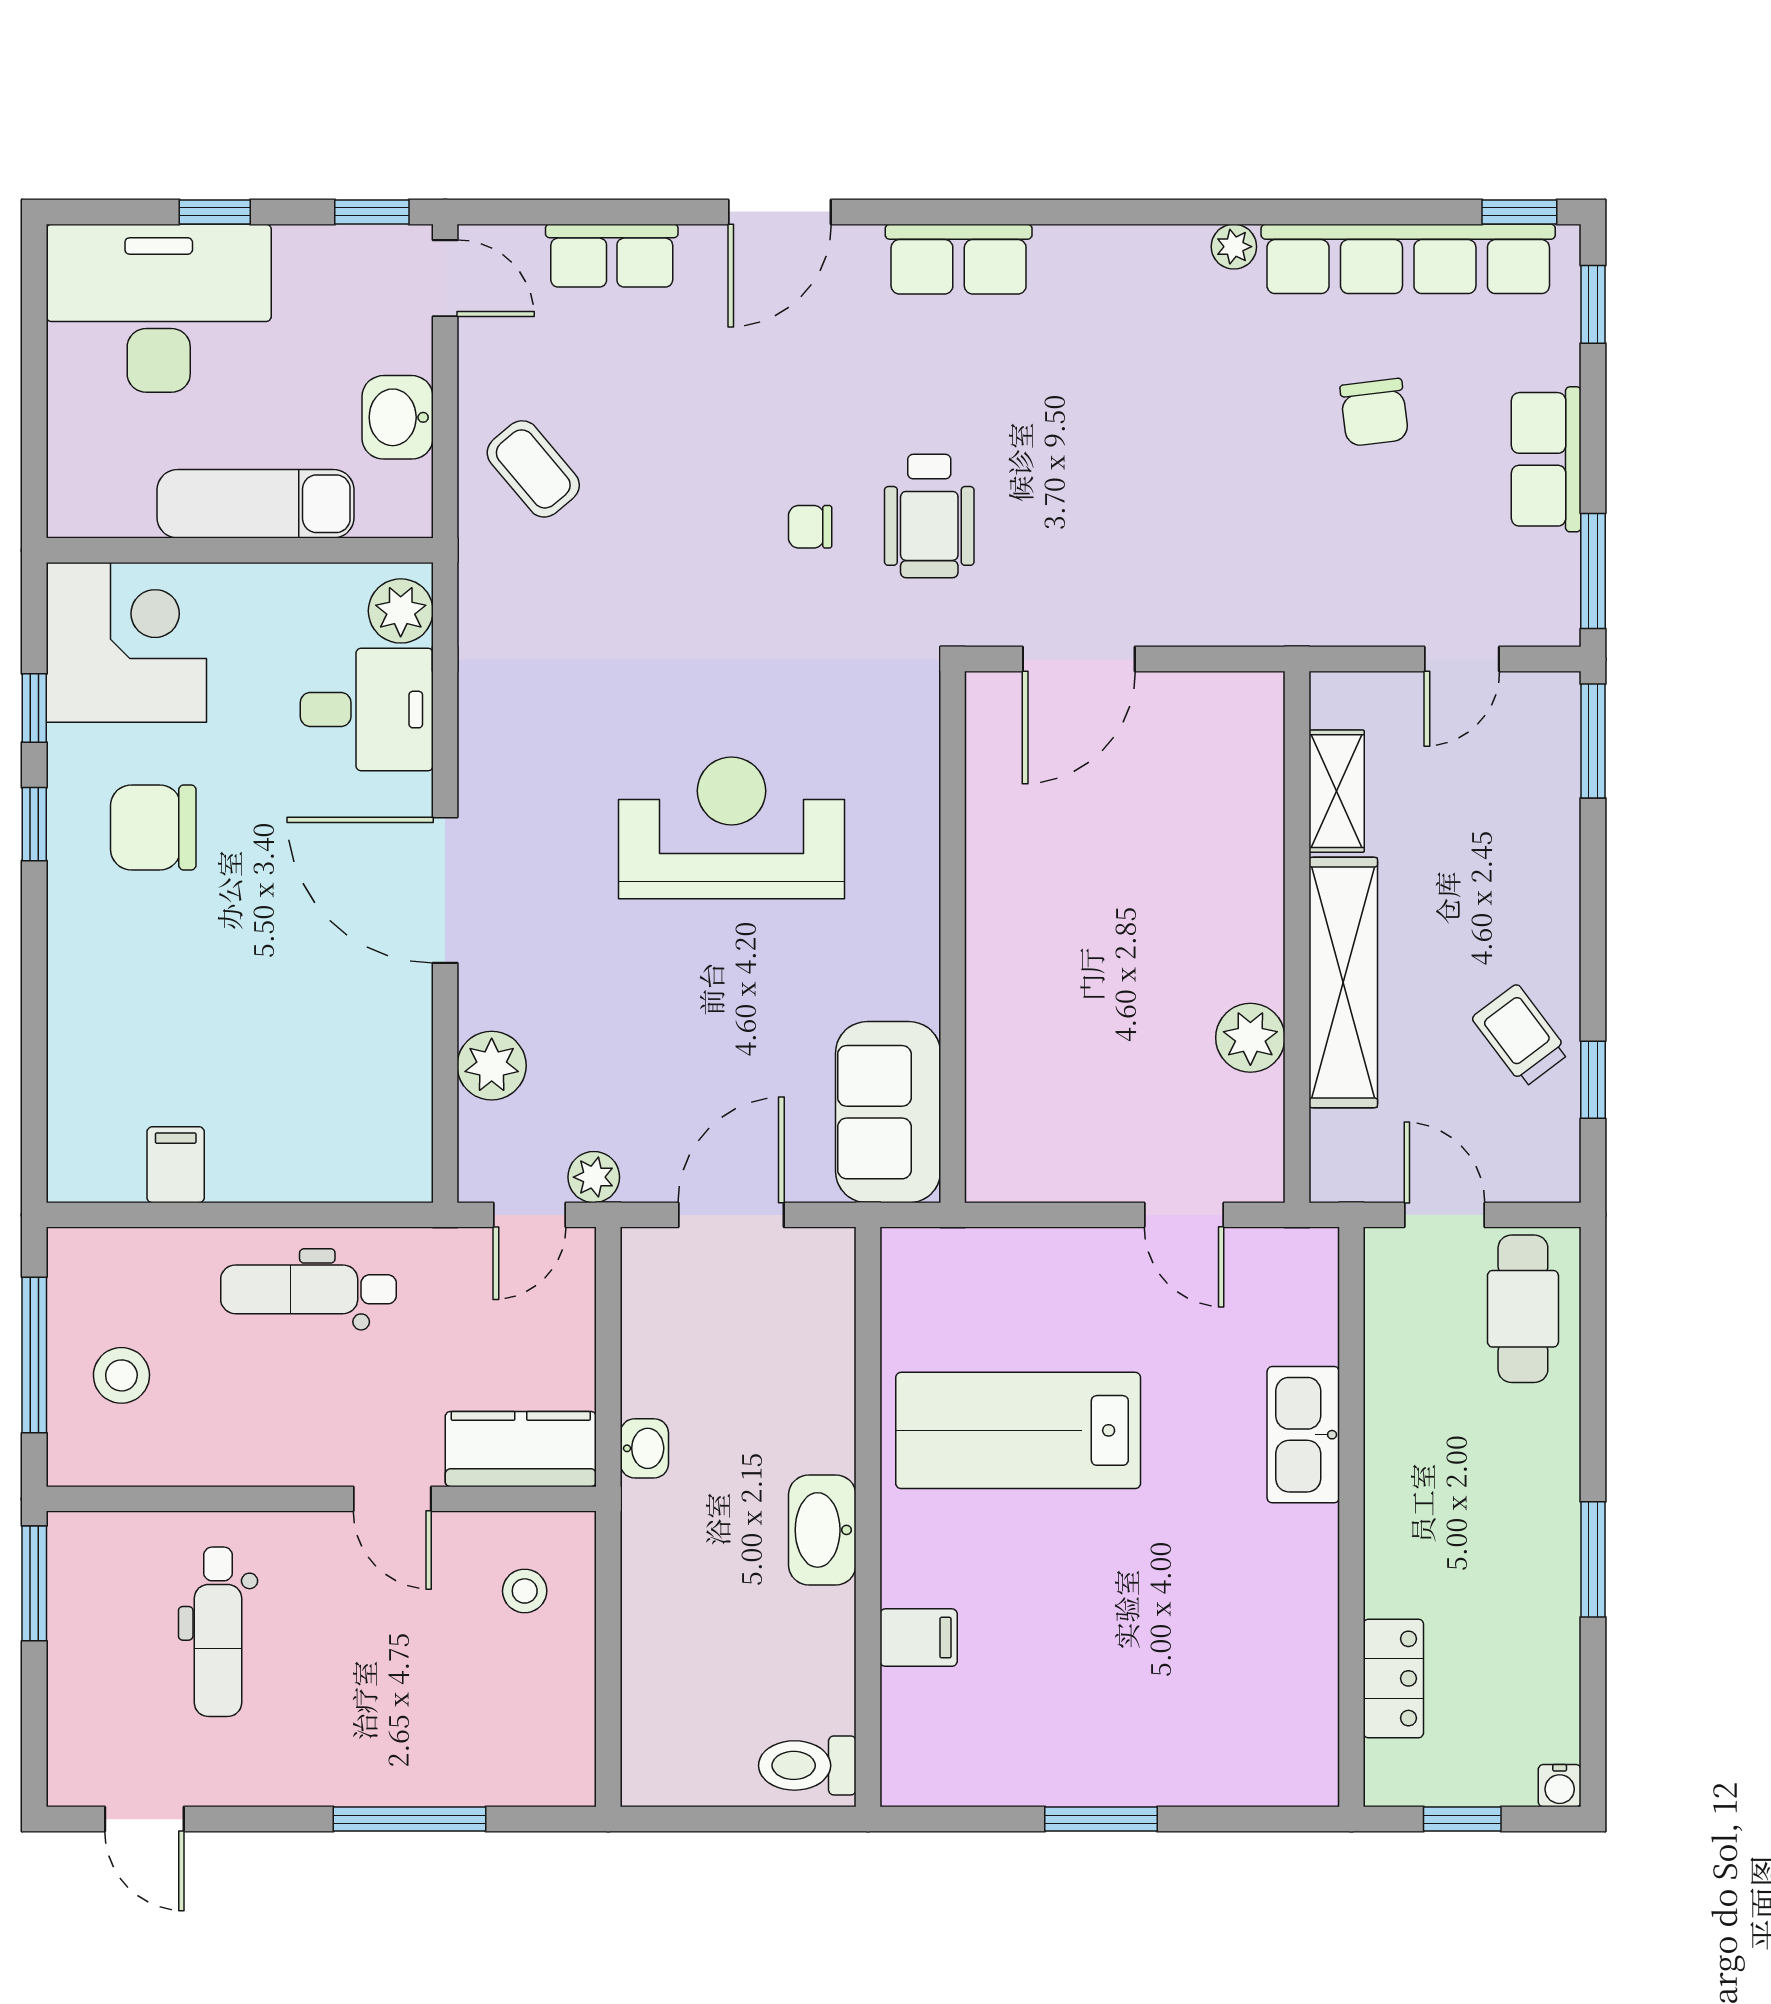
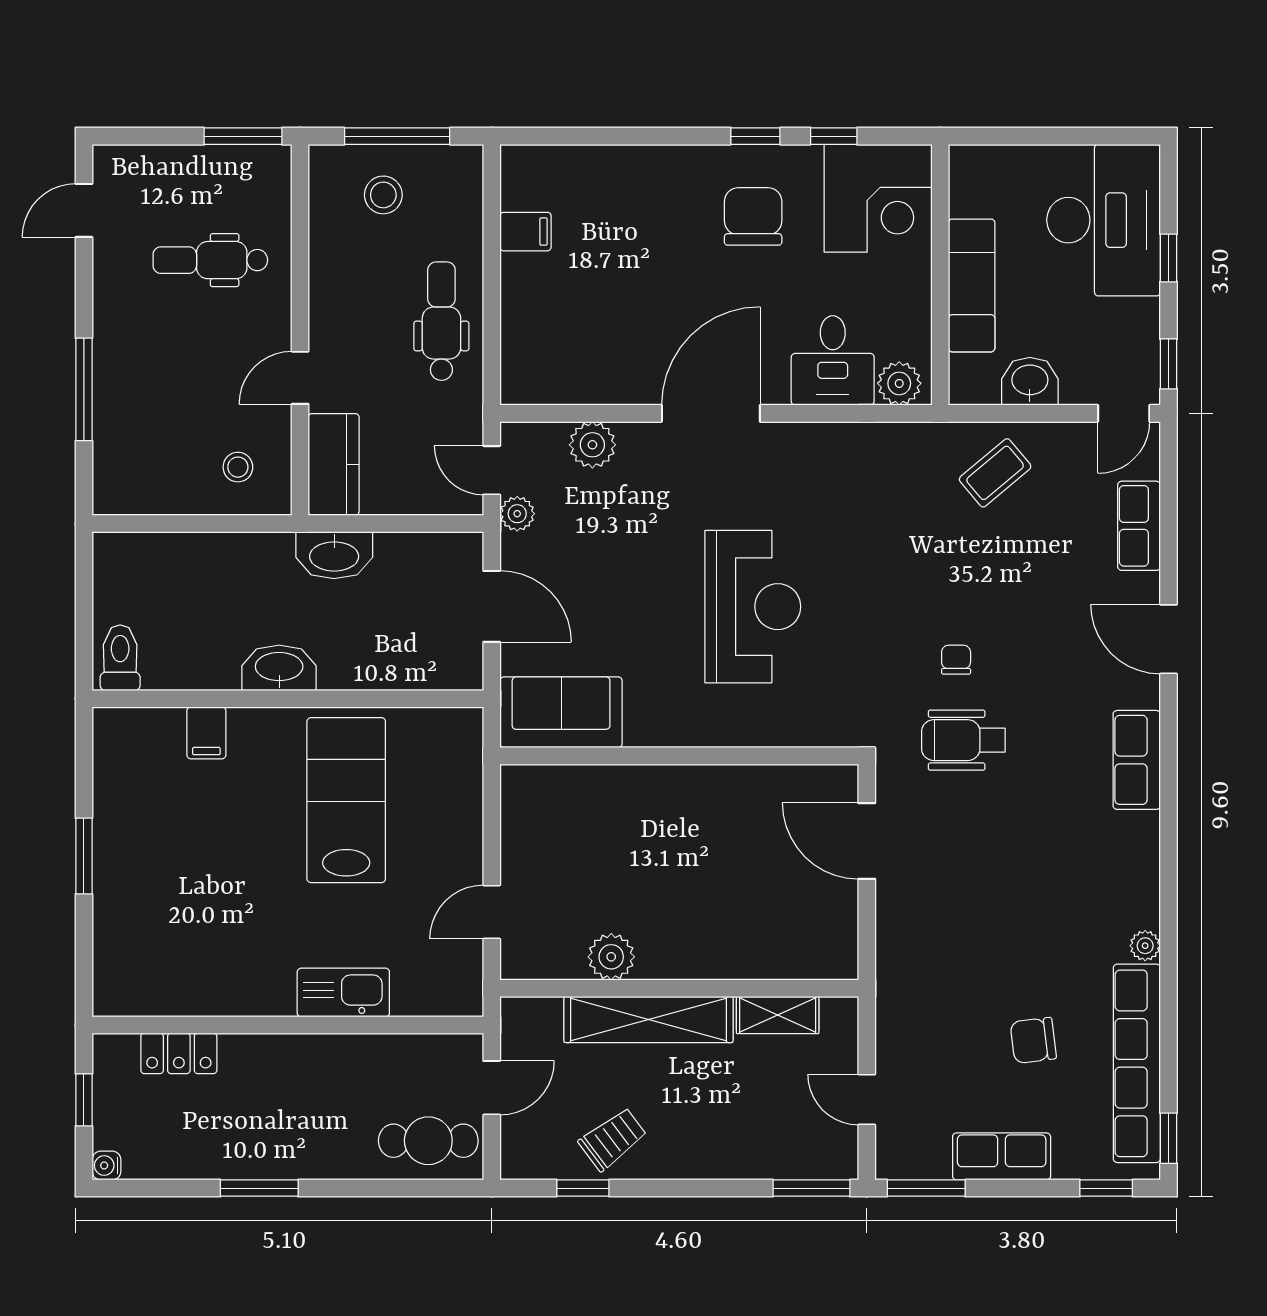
washbasin: (644, 1448) -> (334, 555), width x1.91, depth x1.45

